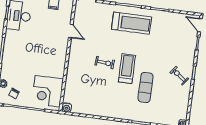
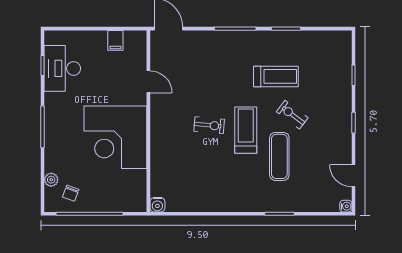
treadmill: (132, 23) -> (276, 76), moved, width x0.73, depth x0.73
door: (200, 25) -> (353, 176), moved
exercise bike: (179, 76) -> (292, 115), moved
corner desk: (48, 91) -> (115, 137), moved, width x1.36, depth x1.36

